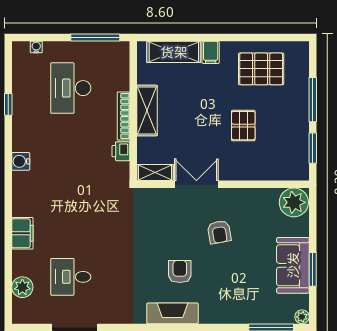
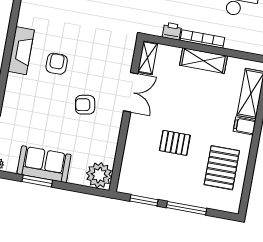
armchair: (180, 272) -> (57, 64), turned -90

